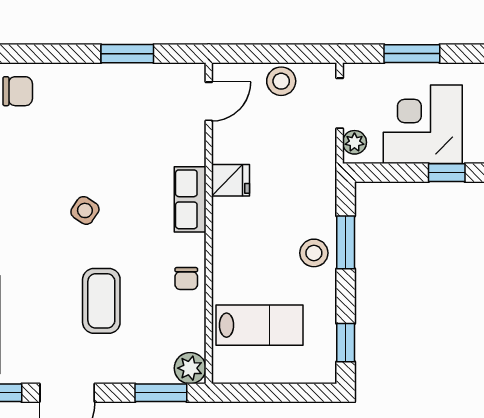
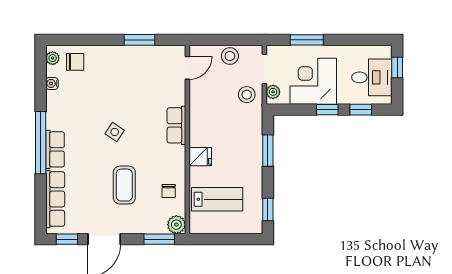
fridge: (231, 180) -> (200, 157), moved
stool: (314, 253) -> (247, 95), moved
chair: (186, 279) -> (169, 191), moved

